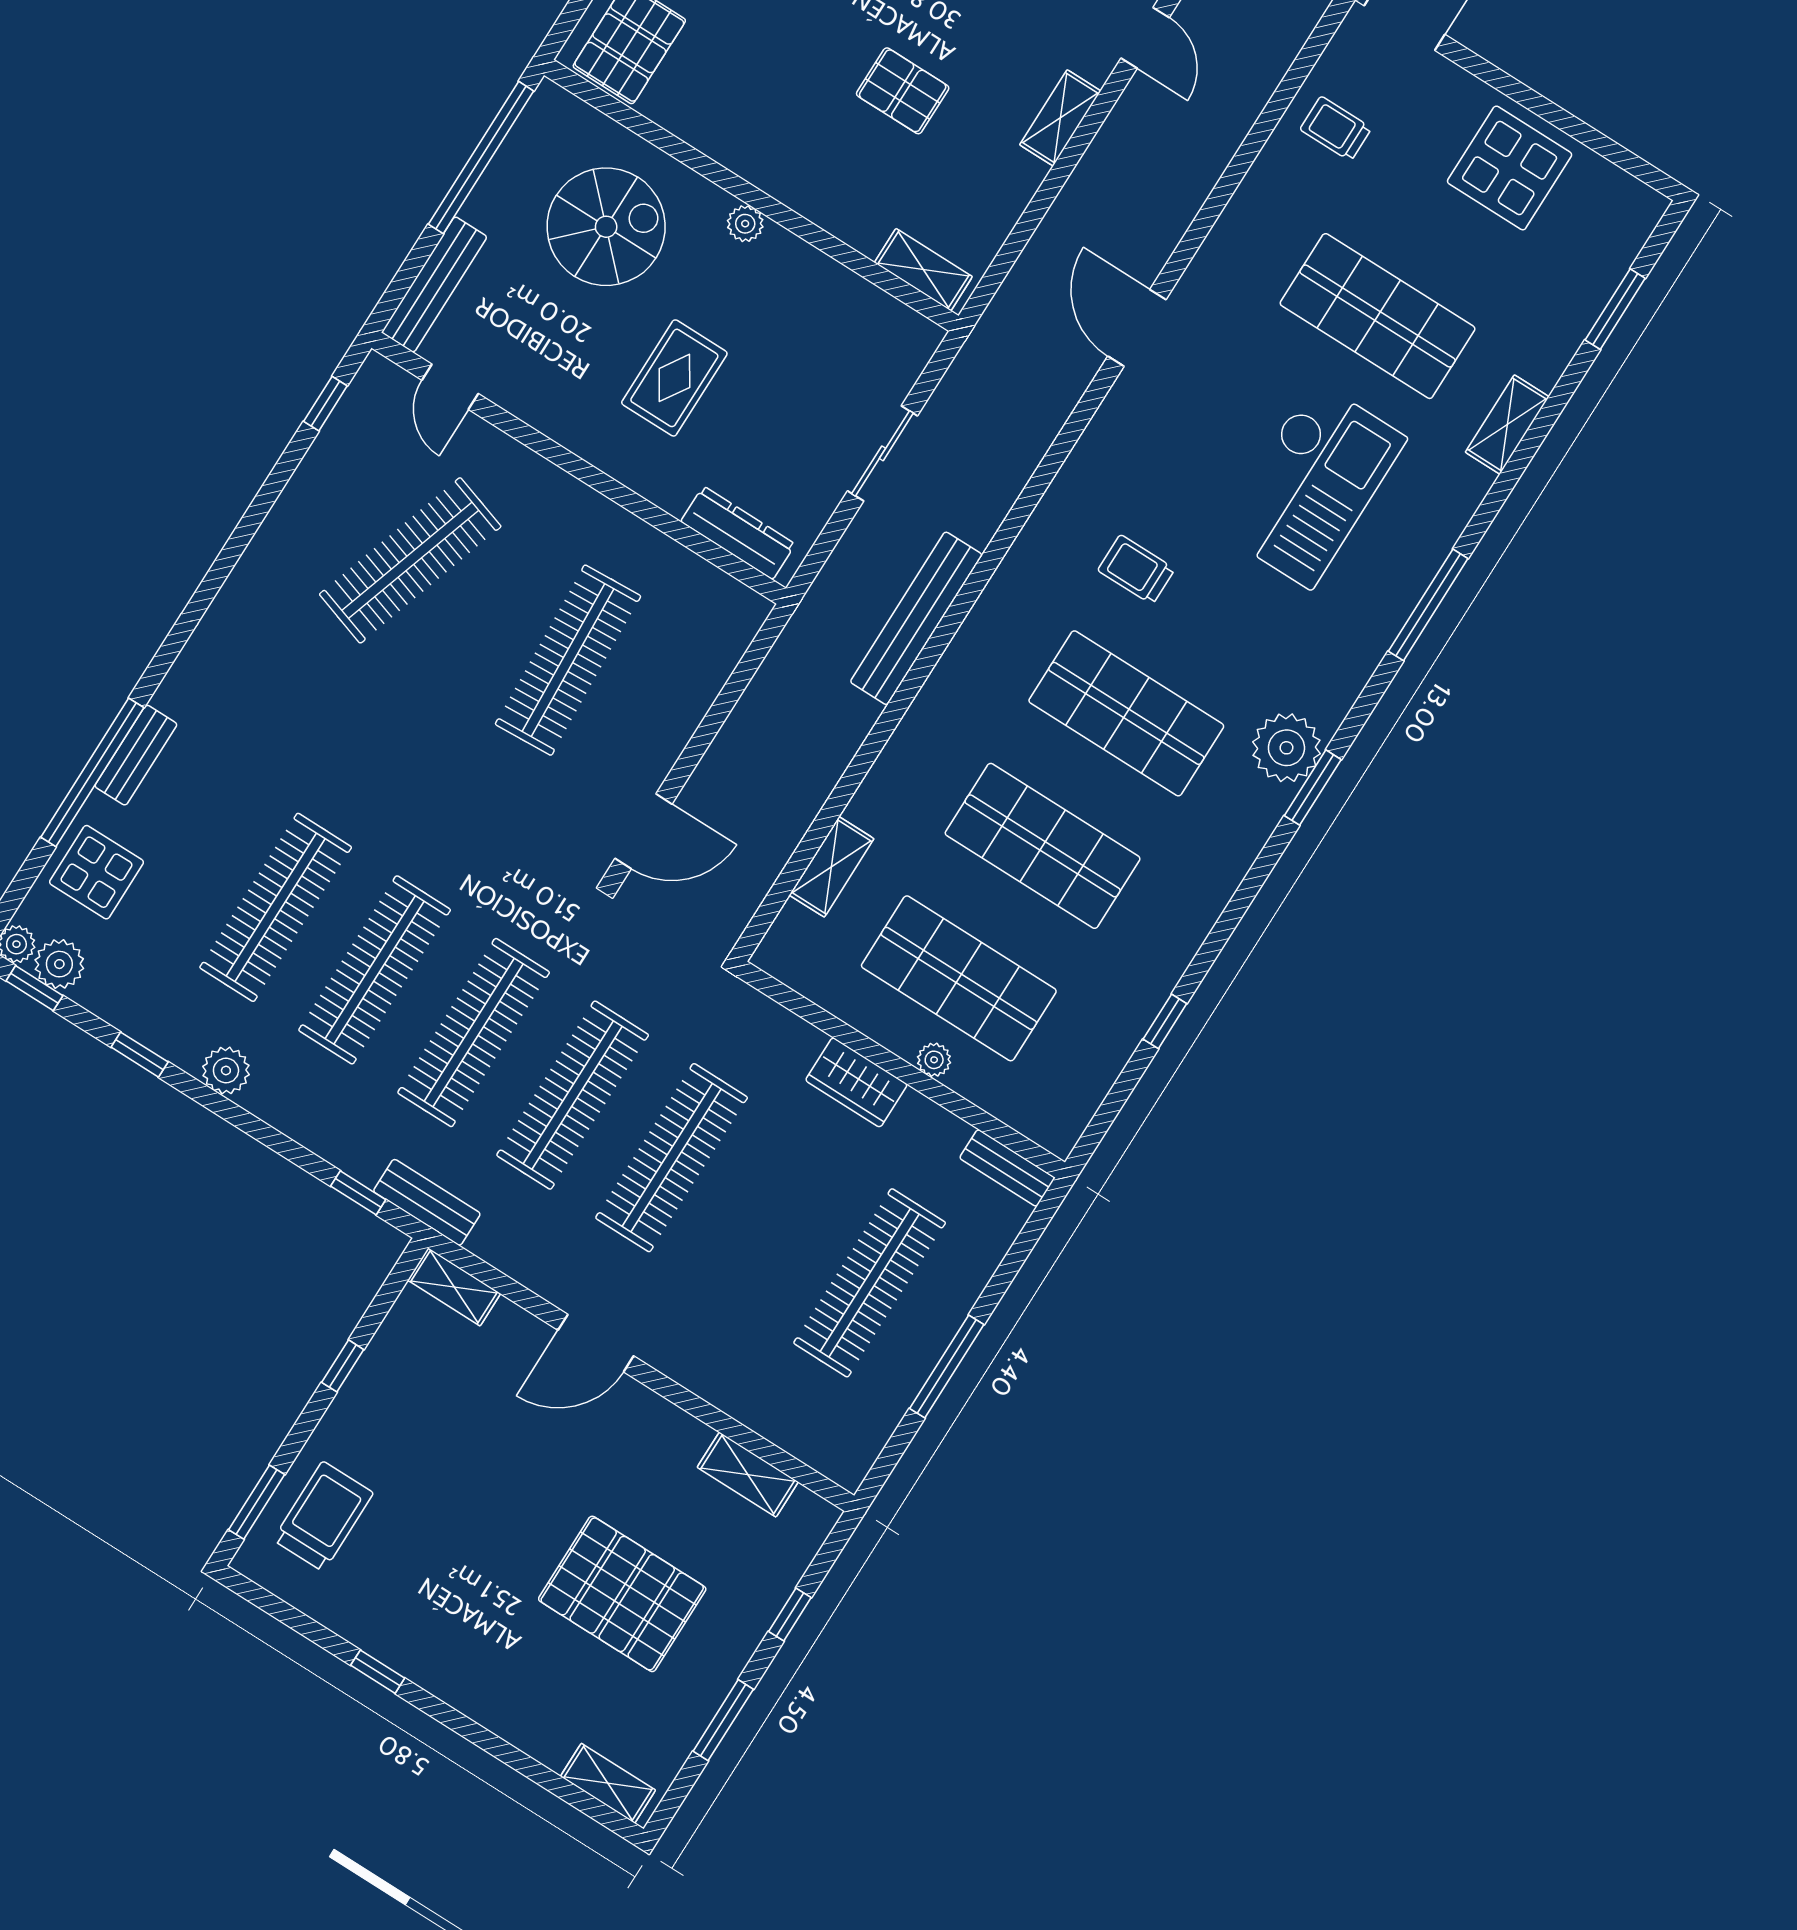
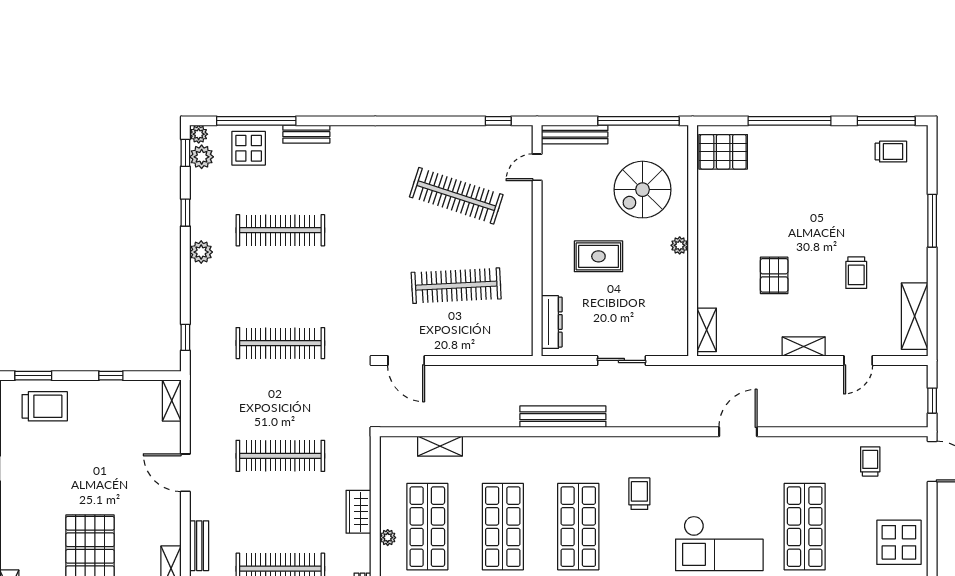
spiral stairs: (606, 227) -> (642, 190), turned 90
window: (92, 772) -> (256, 121), moved
clothes rail: (375, 970) -> (280, 287), removed
clothes rail: (573, 1095) -> (280, 399), removed
bench: (427, 1202) -> (199, 546), moved

